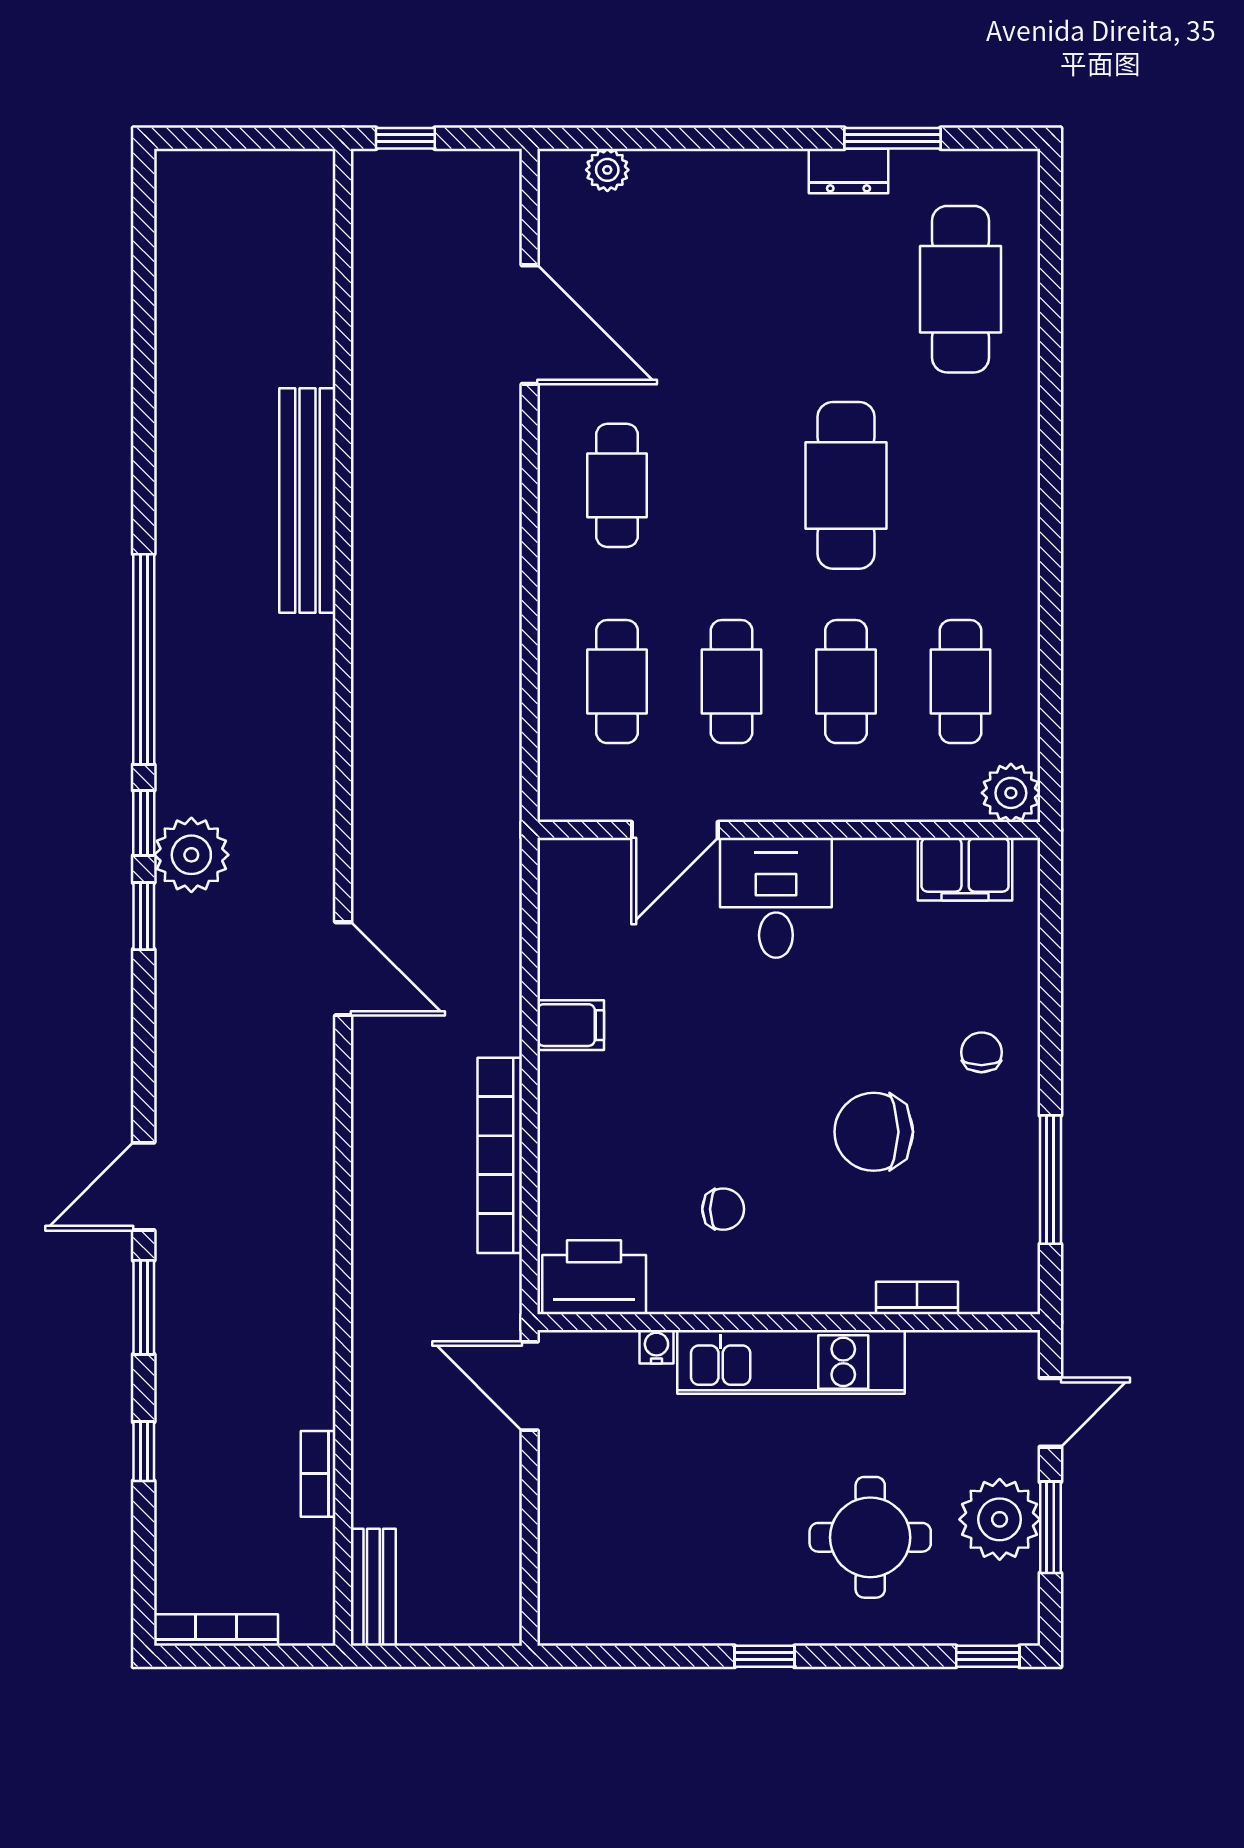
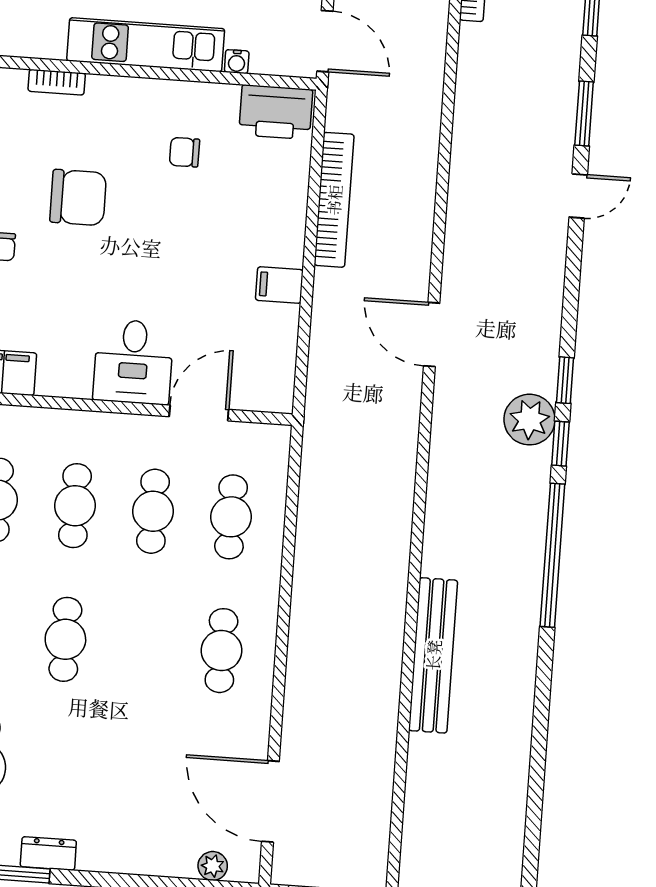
door: (530, 325) -> (270, 801), moved
cafe table: (846, 485) -> (65, 639), width x0.73, depth x0.74
door: (144, 1186) -> (578, 196), width x0.73

